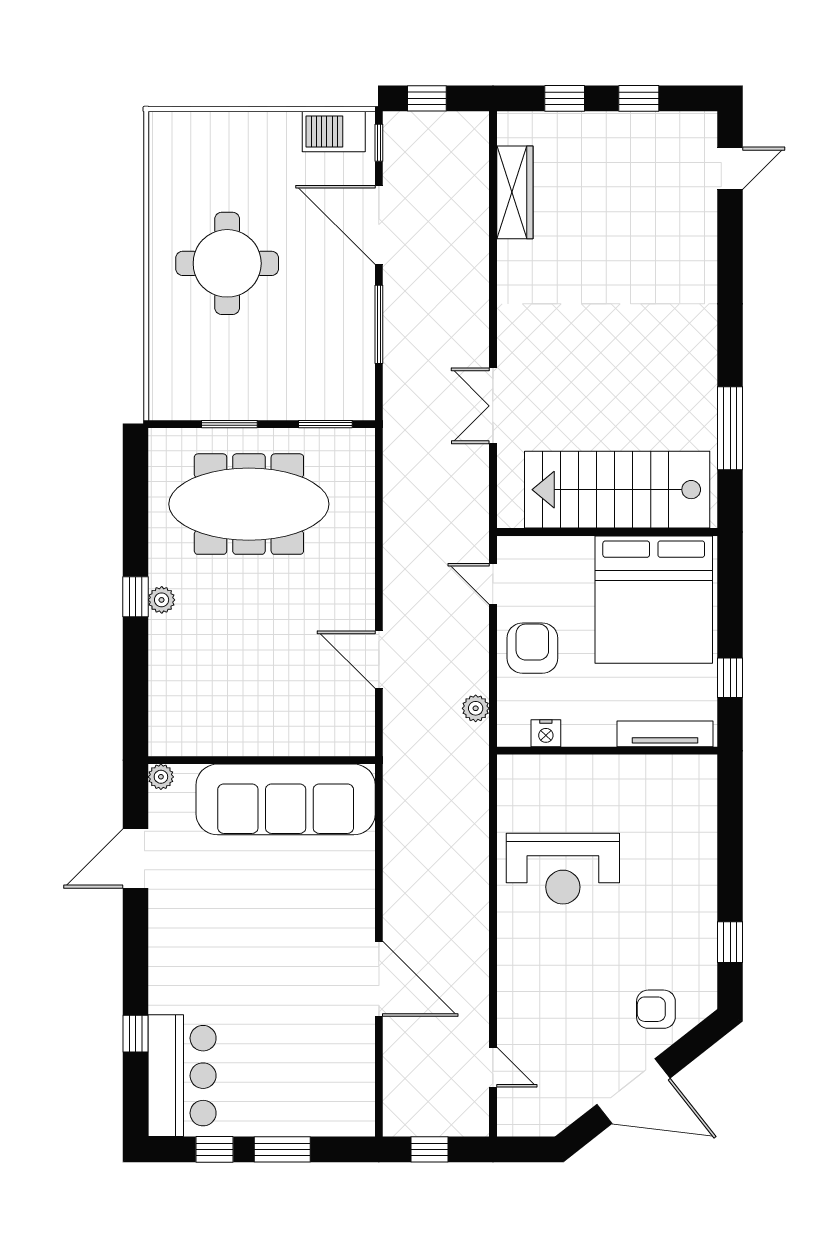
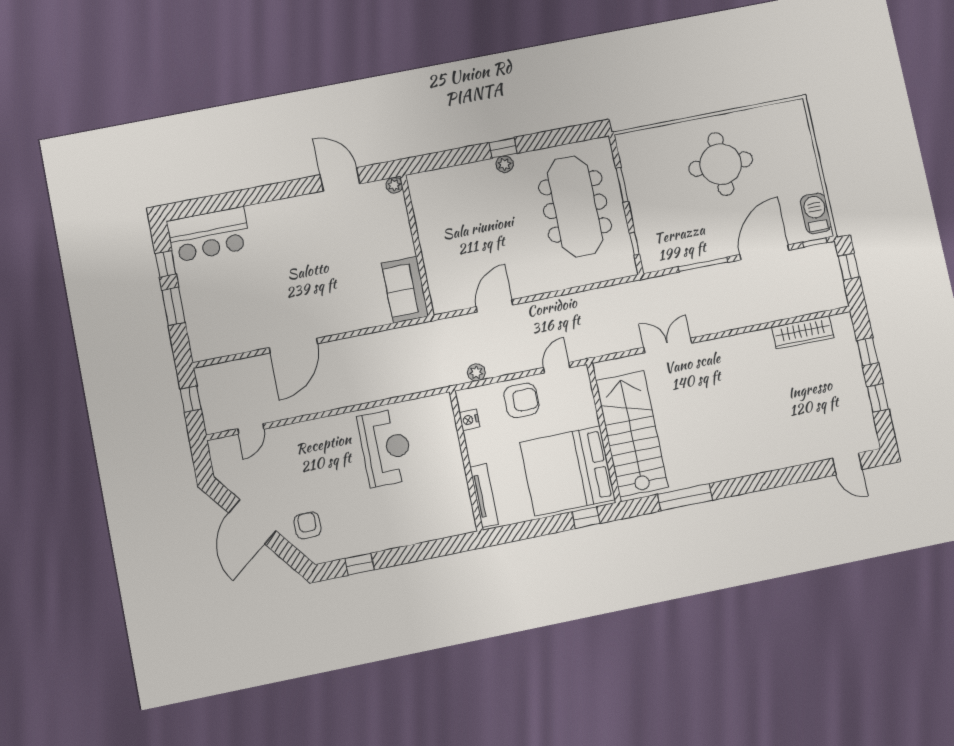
window: (325, 424) -> (634, 244), width x0.67
window: (730, 678) -> (586, 518), moved
sofa: (286, 799) -> (405, 290), width x0.54, depth x0.79
reception desk: (563, 869) -> (386, 448), turned 180
window: (135, 1034) -> (230, 201), removed

